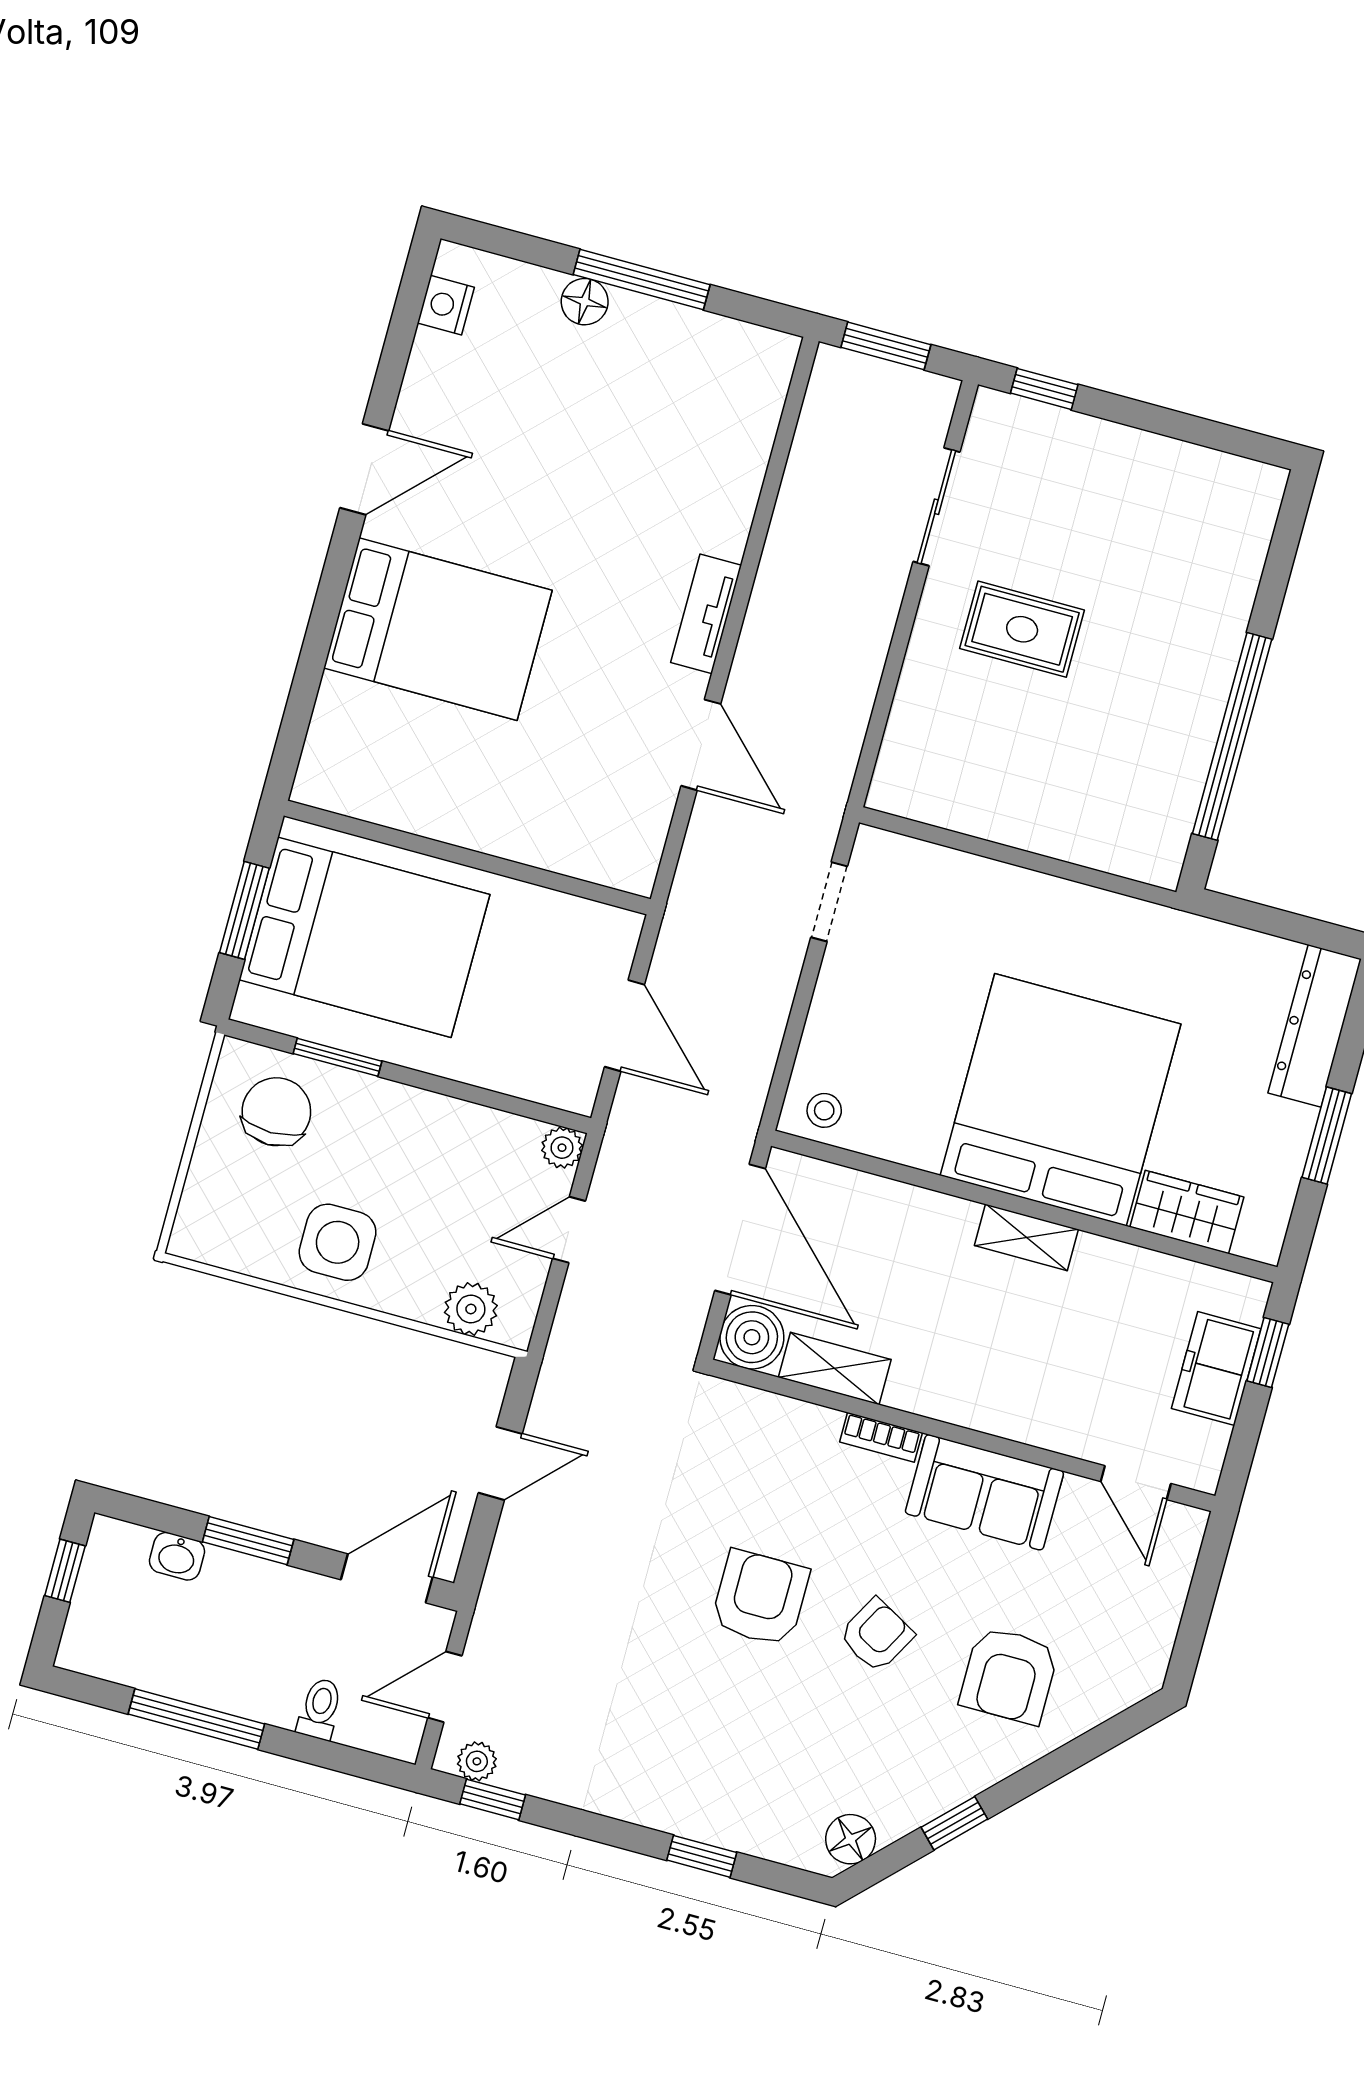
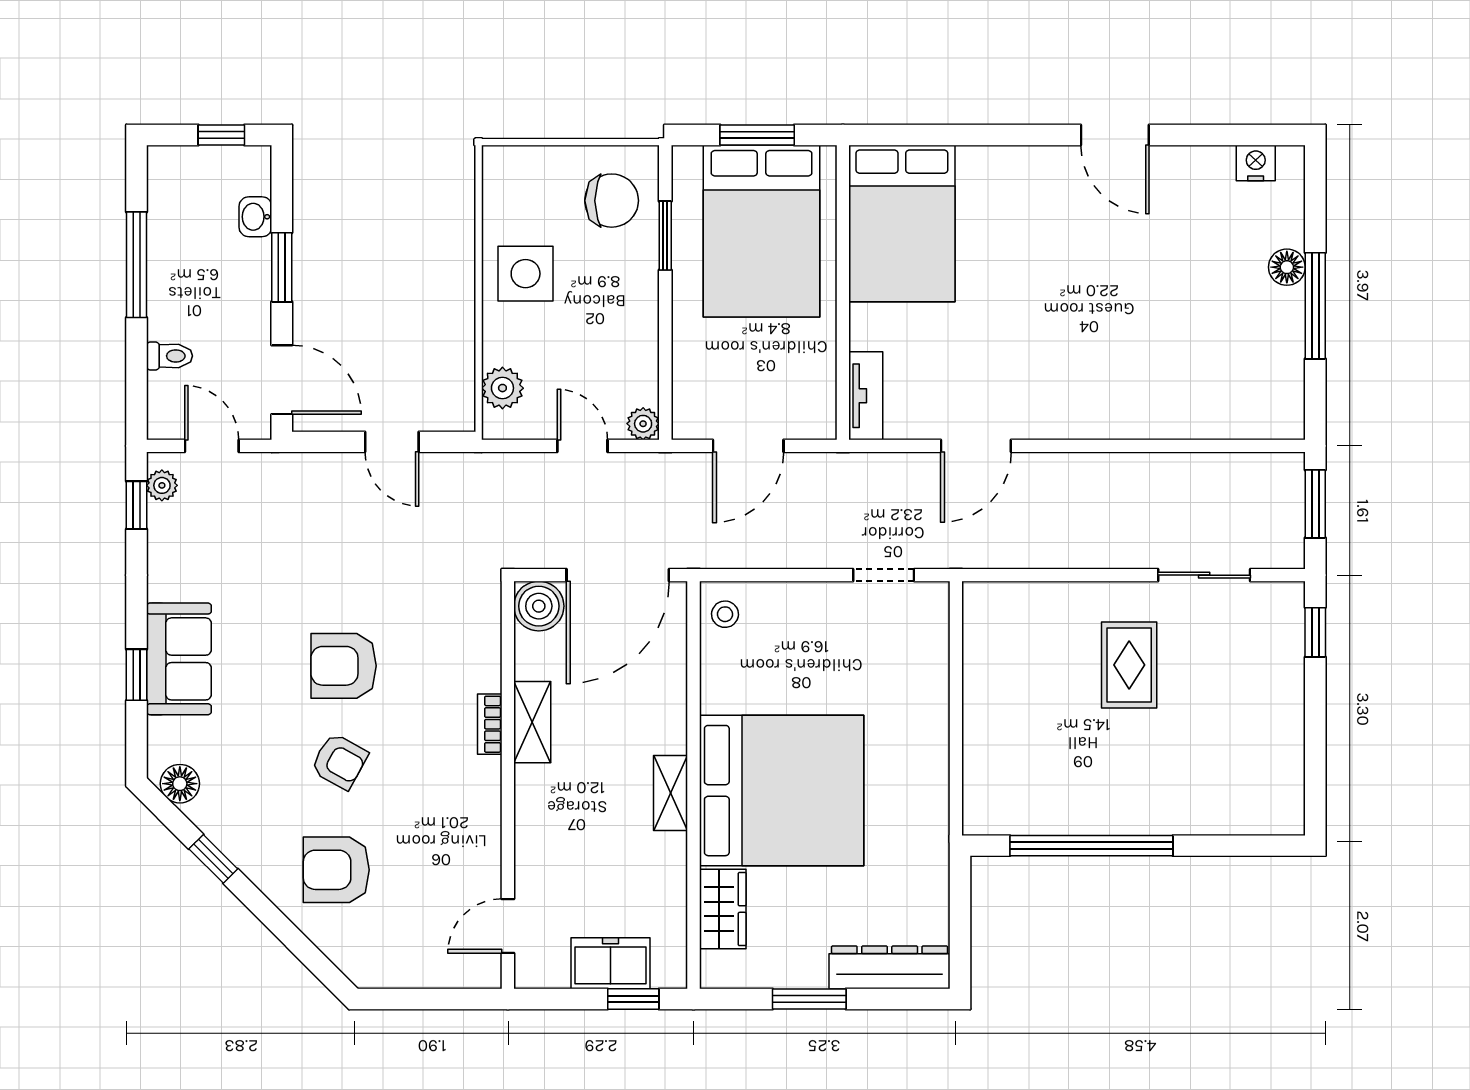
tv unit: (706, 614) -> (866, 396), moved, turned 90
bed: (438, 629) -> (902, 224), moved
shelving: (835, 1368) -> (532, 722), moved
sofa: (984, 1492) -> (179, 659), moved, turned 180
armchair: (760, 1598) -> (344, 666), turned 180

